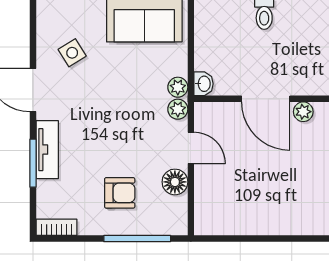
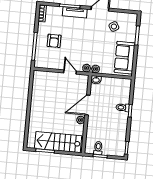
door: (191, 148) -> (70, 72), swing flipped
floor lamp: (175, 182) -> (56, 64), removed

